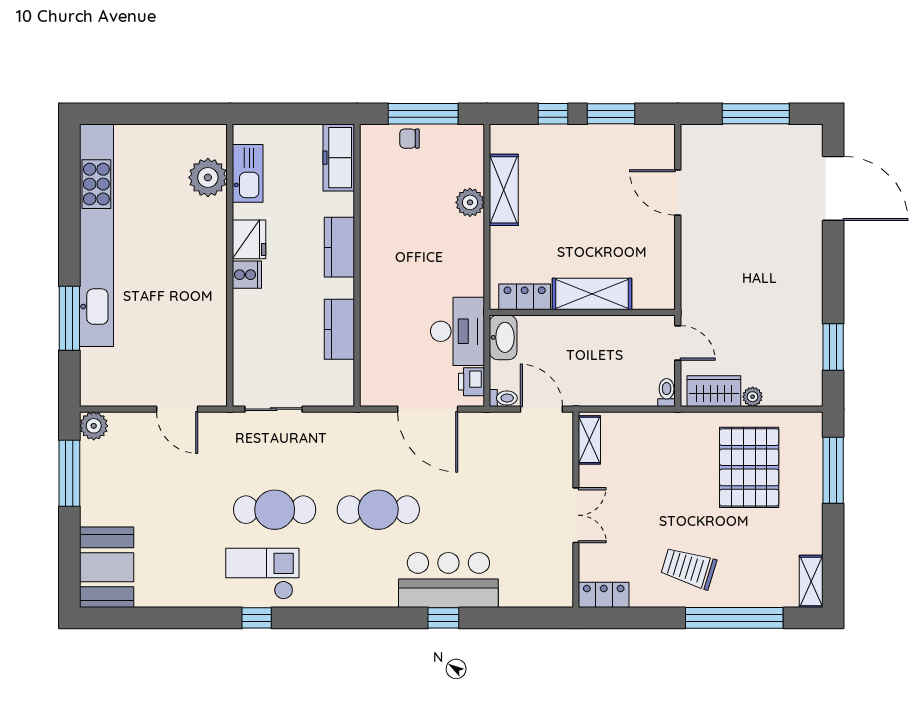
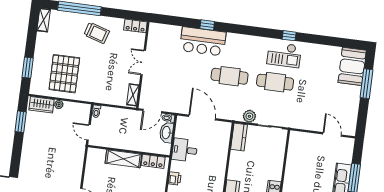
kitchen counter: (339, 329) -> (239, 137), moved
desk: (457, 331) -> (185, 150), width x0.73
washbasin: (503, 337) -> (166, 133), moved
printer: (471, 382) -> (175, 178), moved
wardrobe: (714, 391) -> (42, 105), moved
door: (177, 409) -> (332, 134), moved
door: (541, 409) -> (152, 111), hinge flipped
plant: (94, 426) -> (249, 116), moved
window: (833, 470) -> (28, 68), width x0.69
window: (69, 473) -> (367, 84), moved

